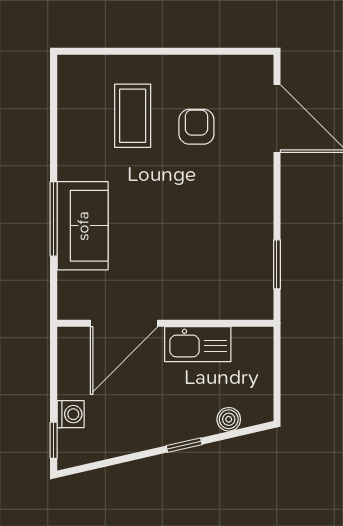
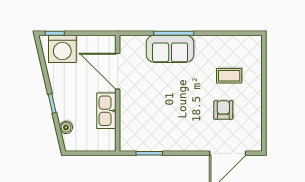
coffee table: (133, 116) -> (229, 76), width x0.73, depth x0.77
armchair: (196, 127) -> (223, 110), turned -90
washing machine: (71, 414) -> (62, 49), width x1.89, depth x1.89

